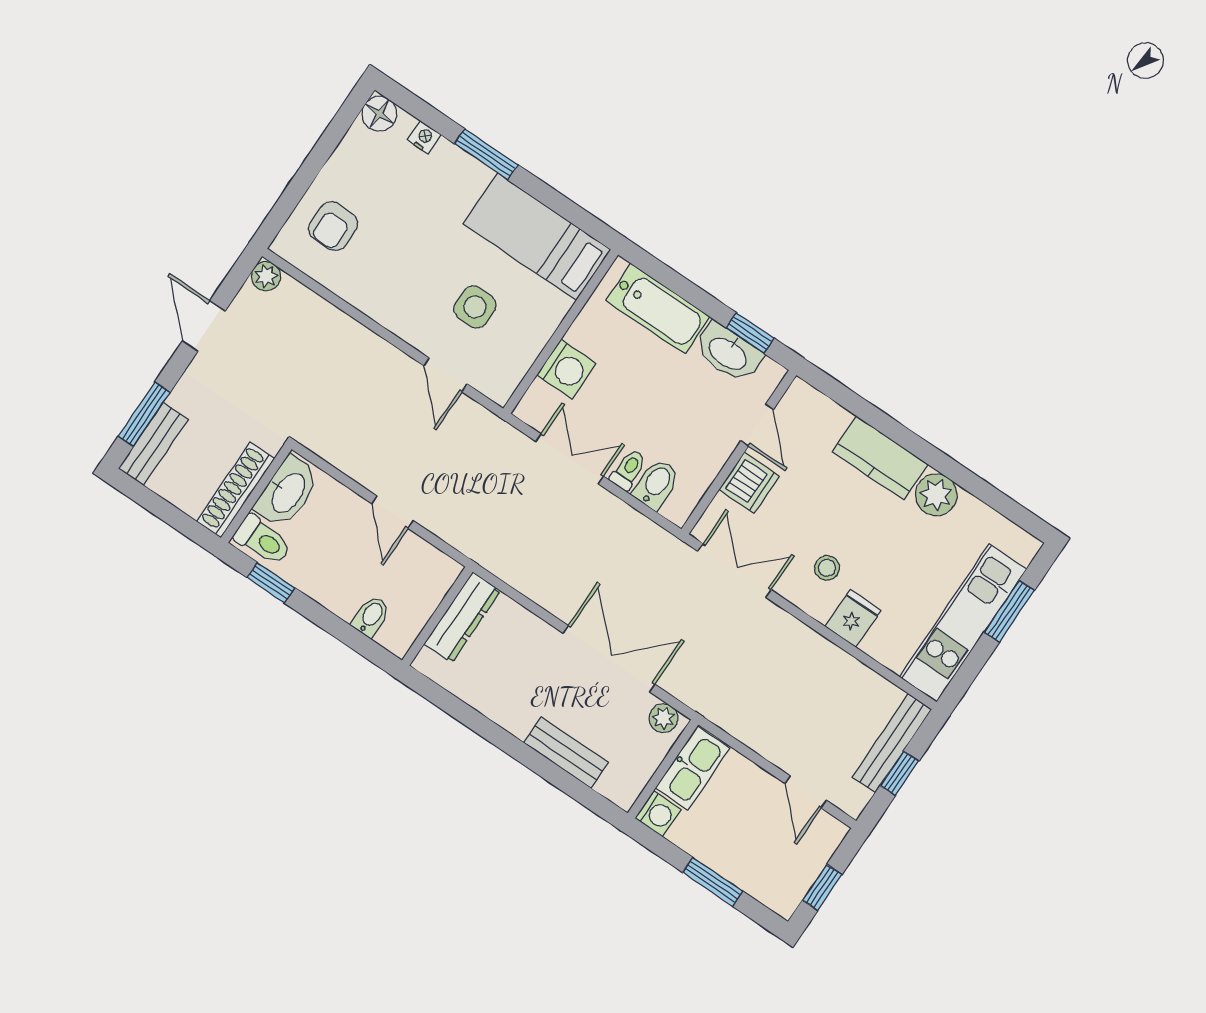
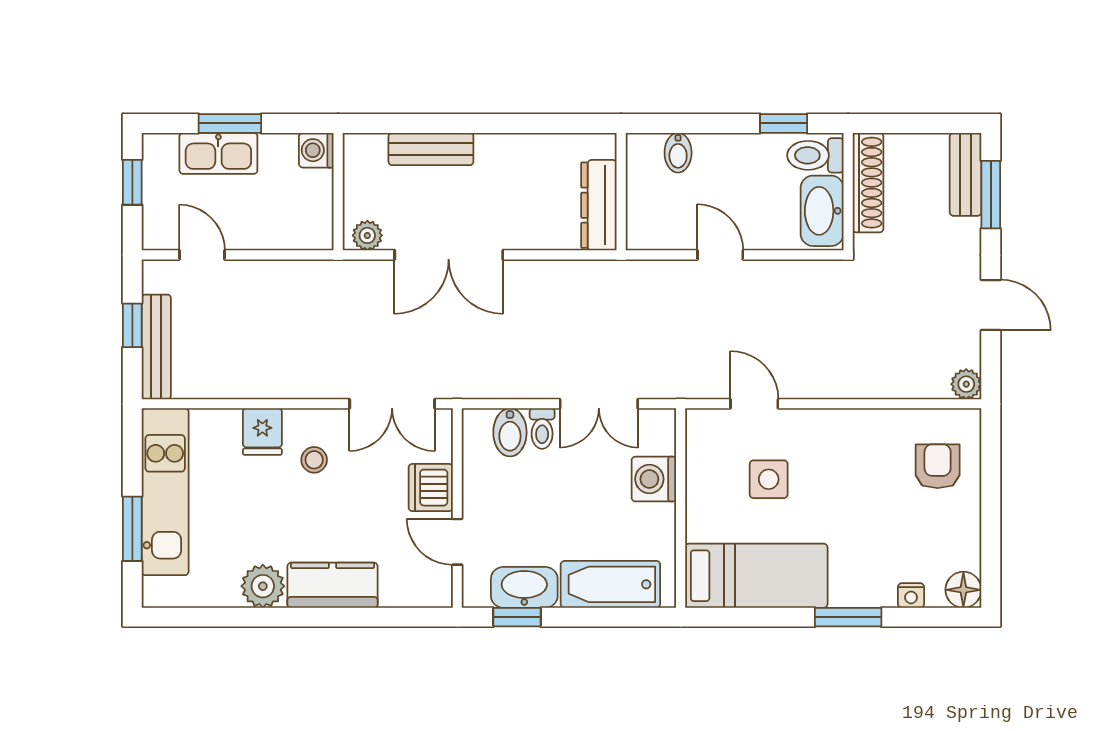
kitchen sink: (693, 768) -> (218, 153), moved, turned -90

